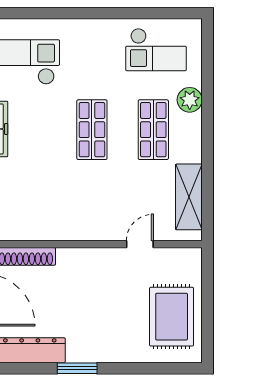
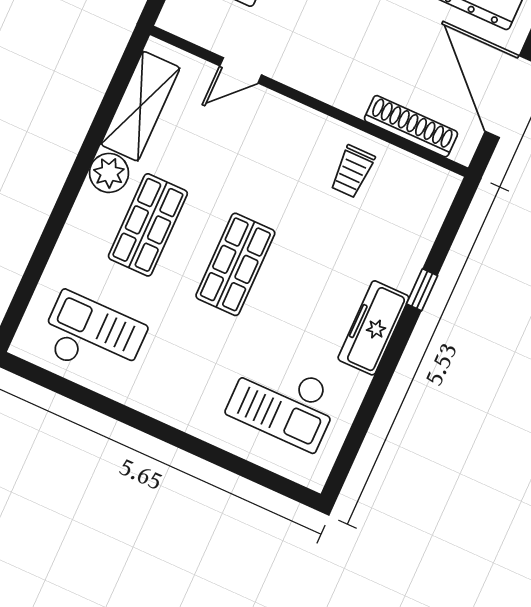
plant: (190, 100) -> (109, 173), moved
trolley: (48, 215) -> (352, 171), added

